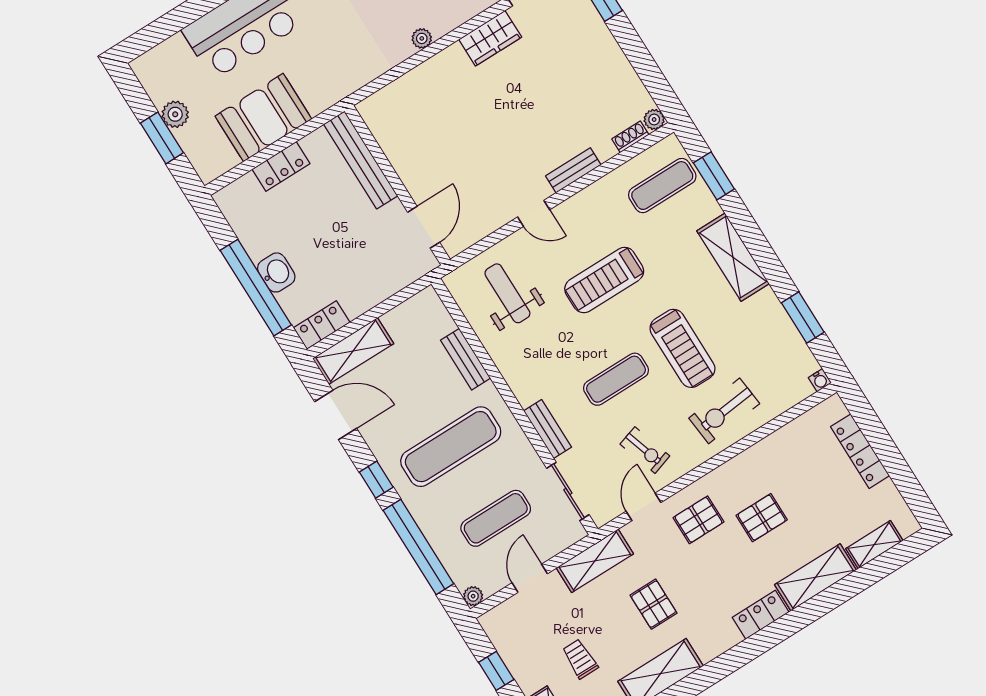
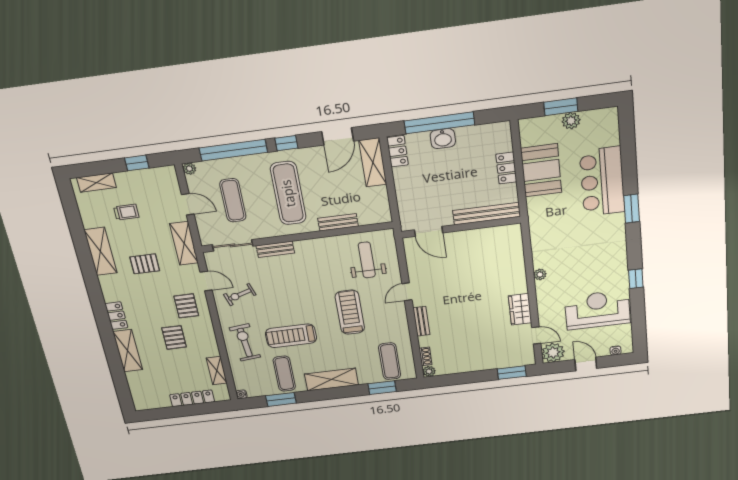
weight bench: (507, 293) -> (367, 260), turned -90
exercise mat: (616, 379) -> (284, 374), moved
shelving: (874, 545) -> (217, 371), moved

